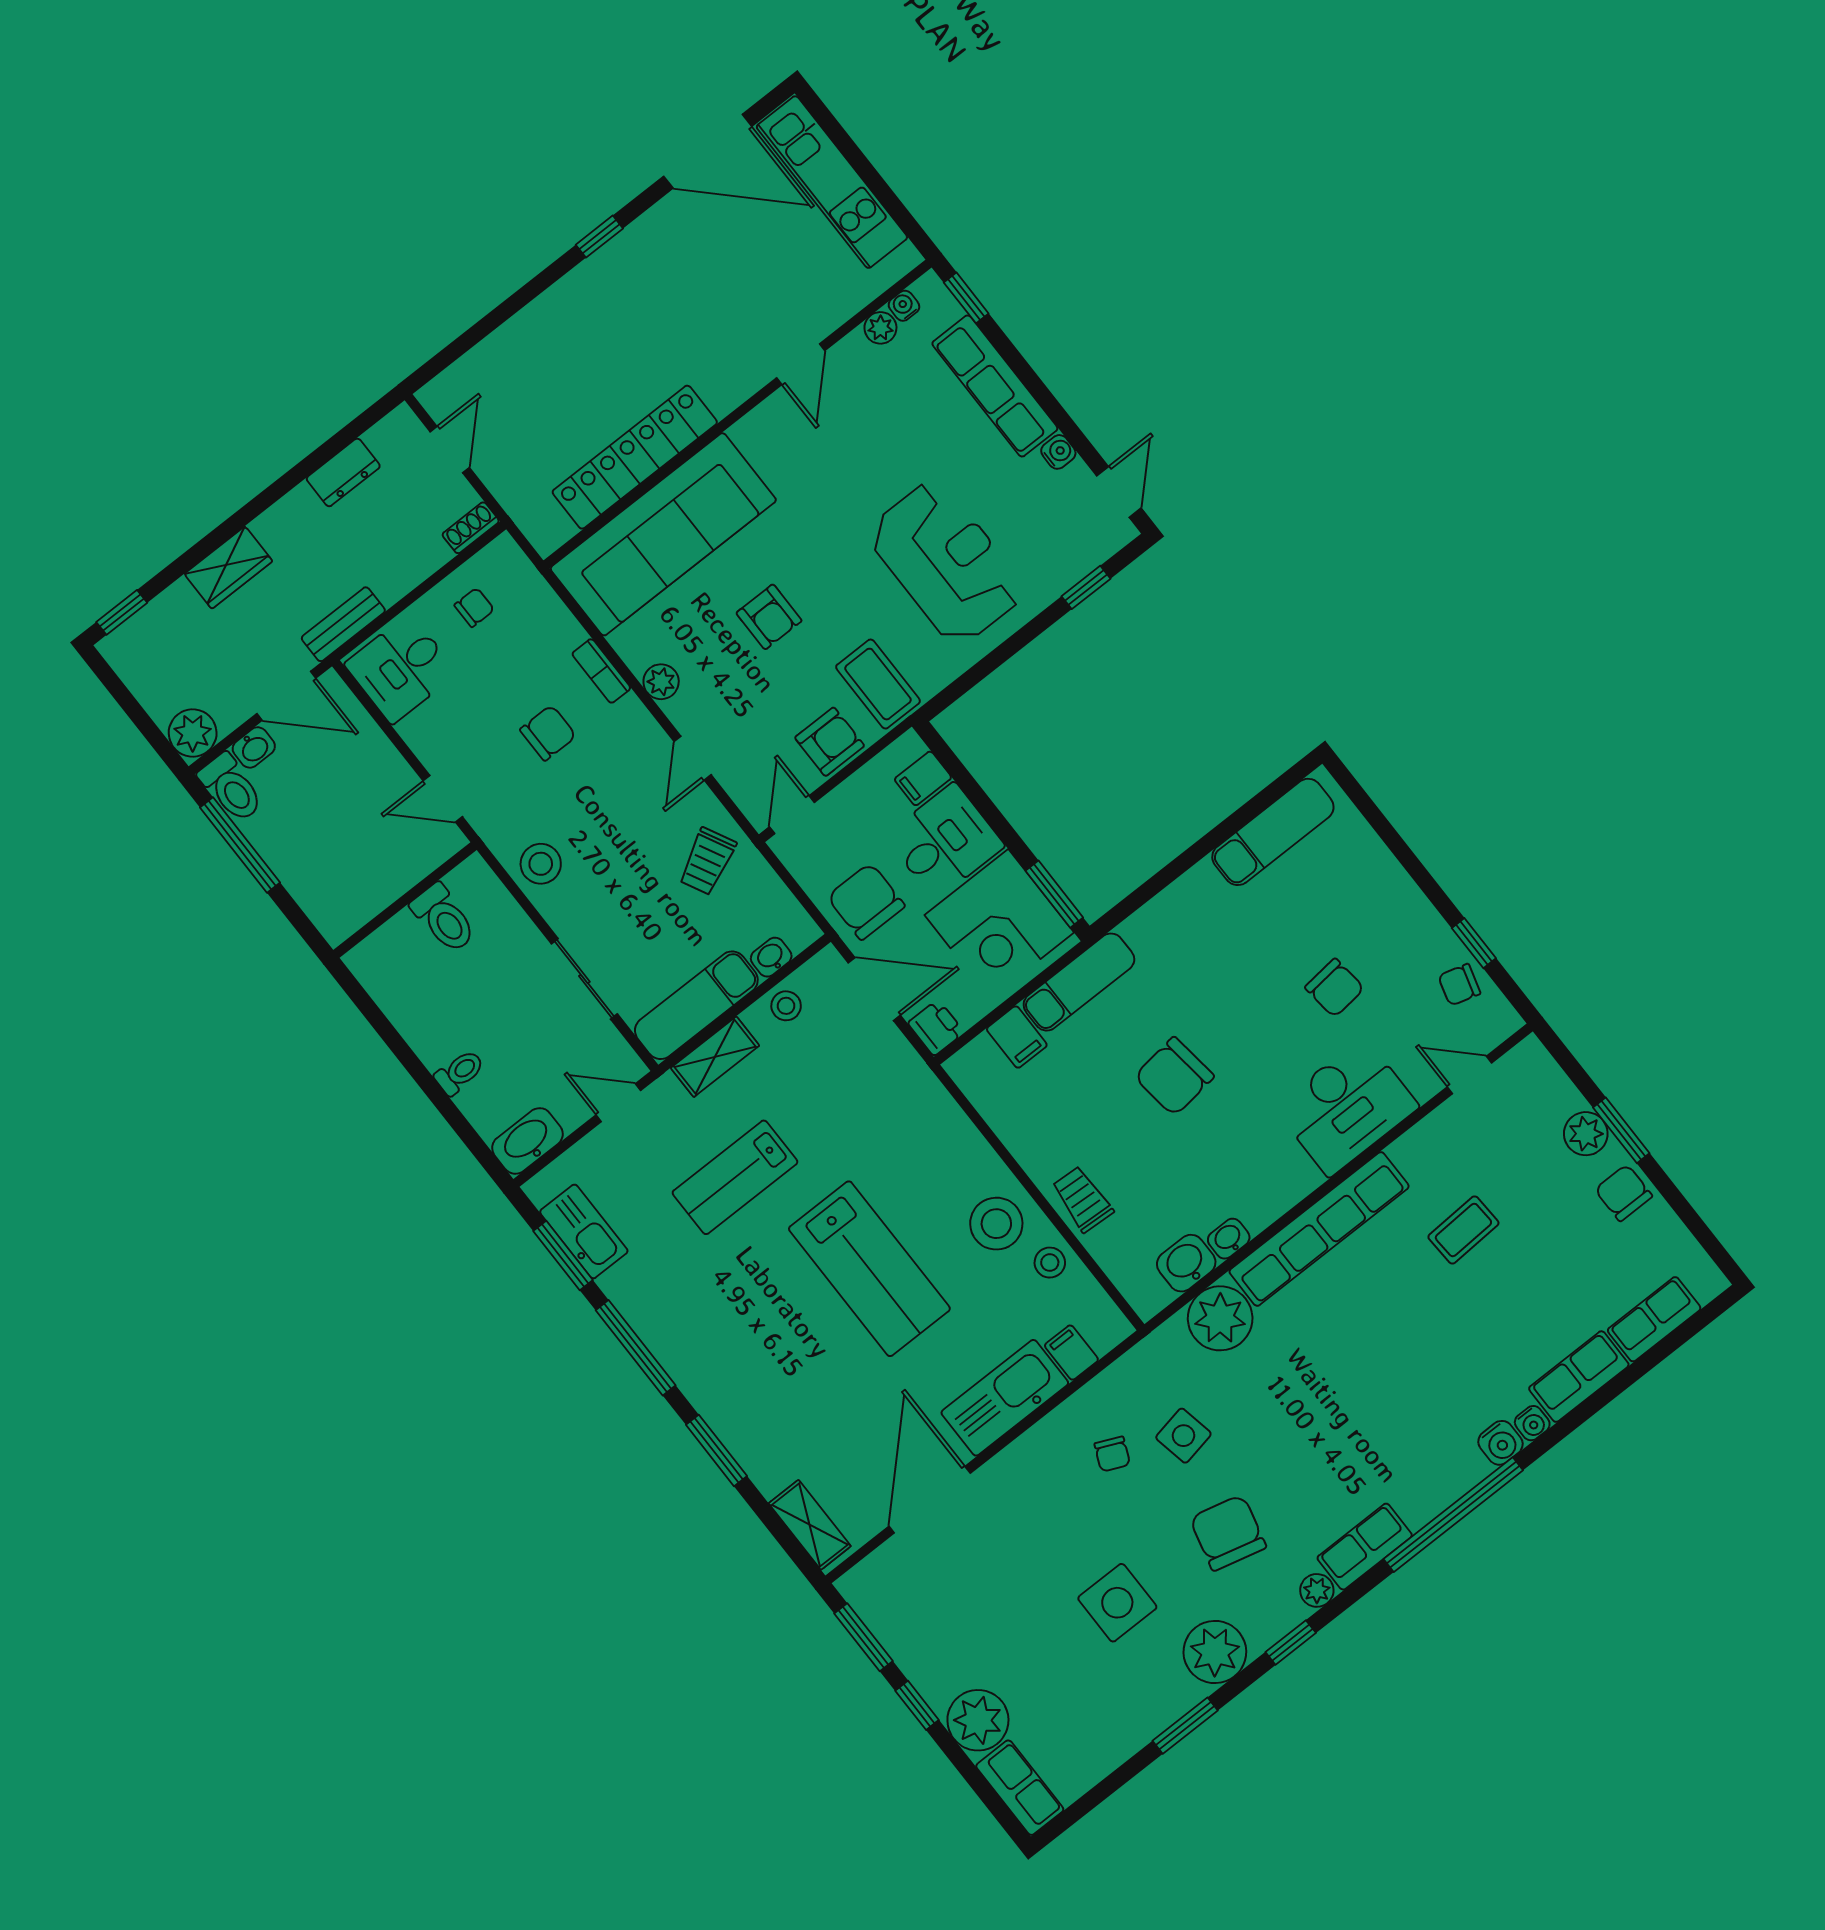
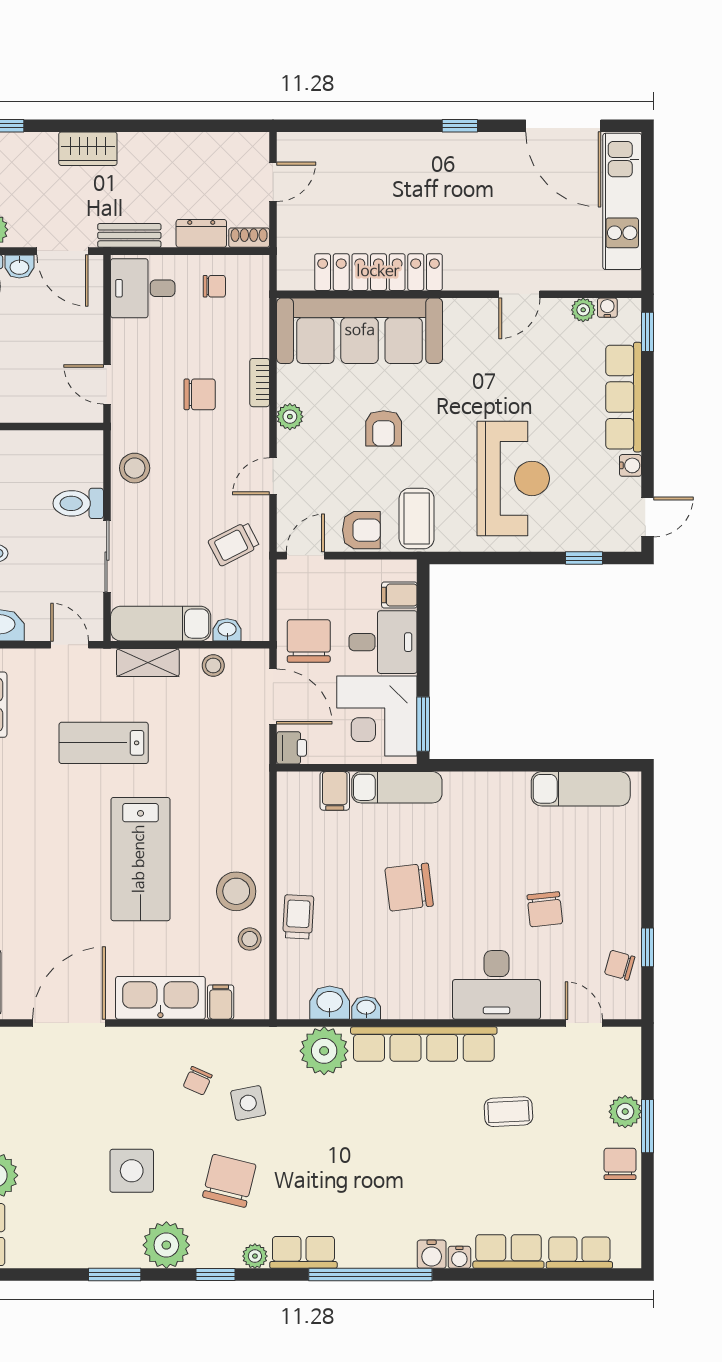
dresser: (343, 472) -> (201, 233), moved, turned 180
toilet: (444, 918) -> (78, 503), moved, turned 90

